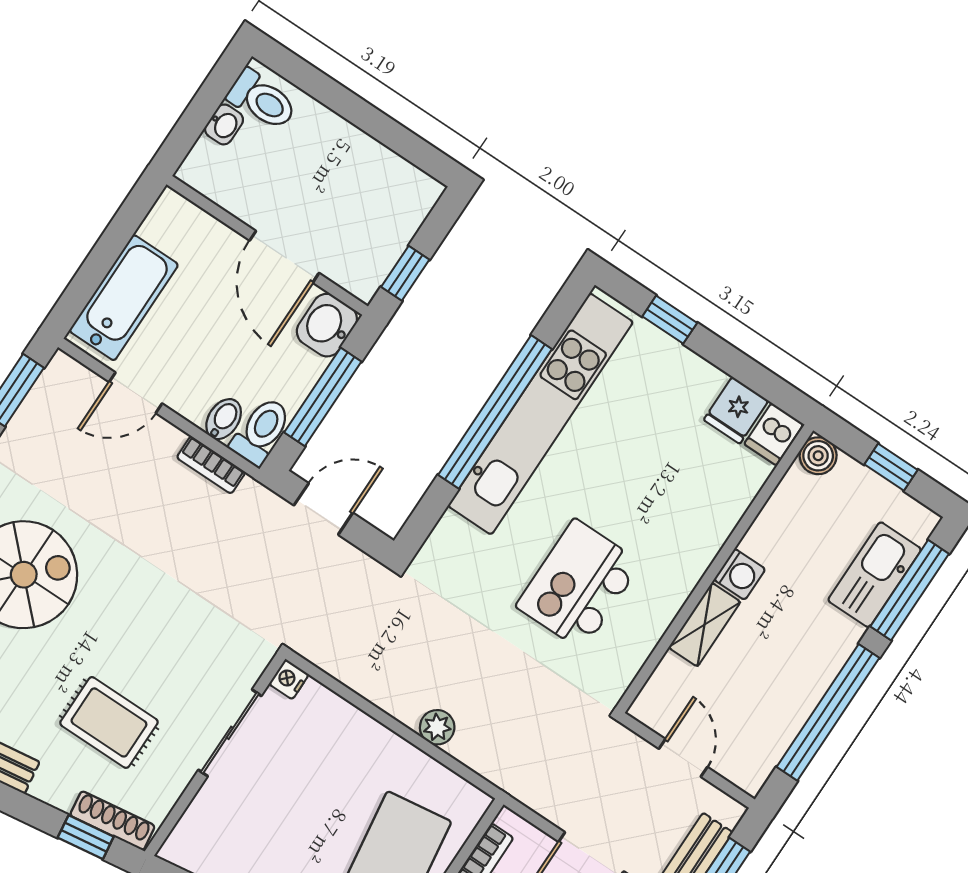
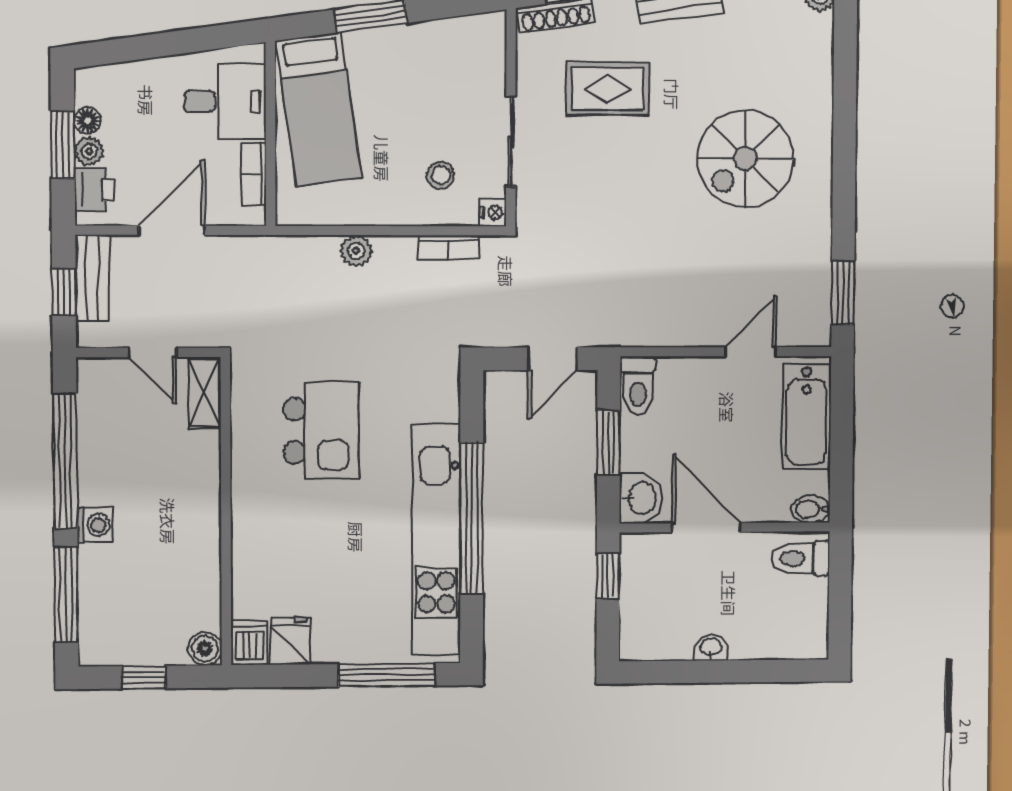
toilet: (262, 100) -> (800, 558), moved
washbasin: (224, 124) -> (711, 647), moved, turned 90
window: (670, 320) -> (386, 675), width x2.17
window: (323, 397) -> (609, 442), width x0.69
bidet: (224, 419) -> (810, 509), moved, turned 90
bookcase: (211, 465) -> (449, 247), moved, turned 180
washing machine: (740, 574) -> (95, 525), moved, turned 180
kitchen sink: (875, 575) -> (101, 588), removed
shelving: (705, 625) -> (205, 393), moved
stool: (314, 745) -> (441, 175), added

